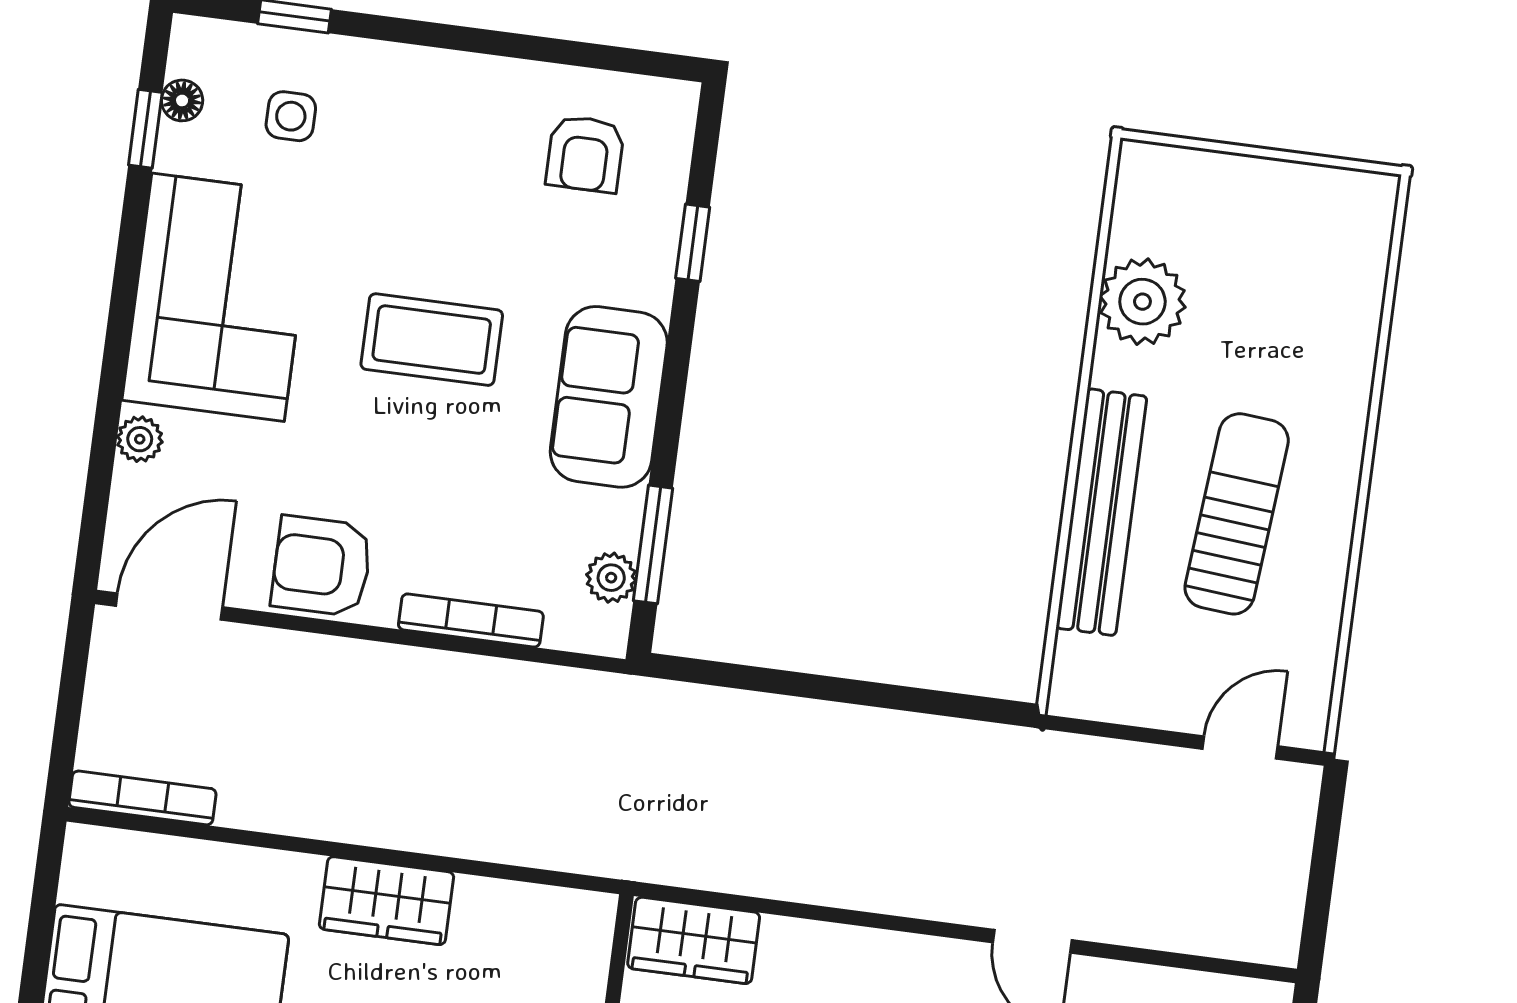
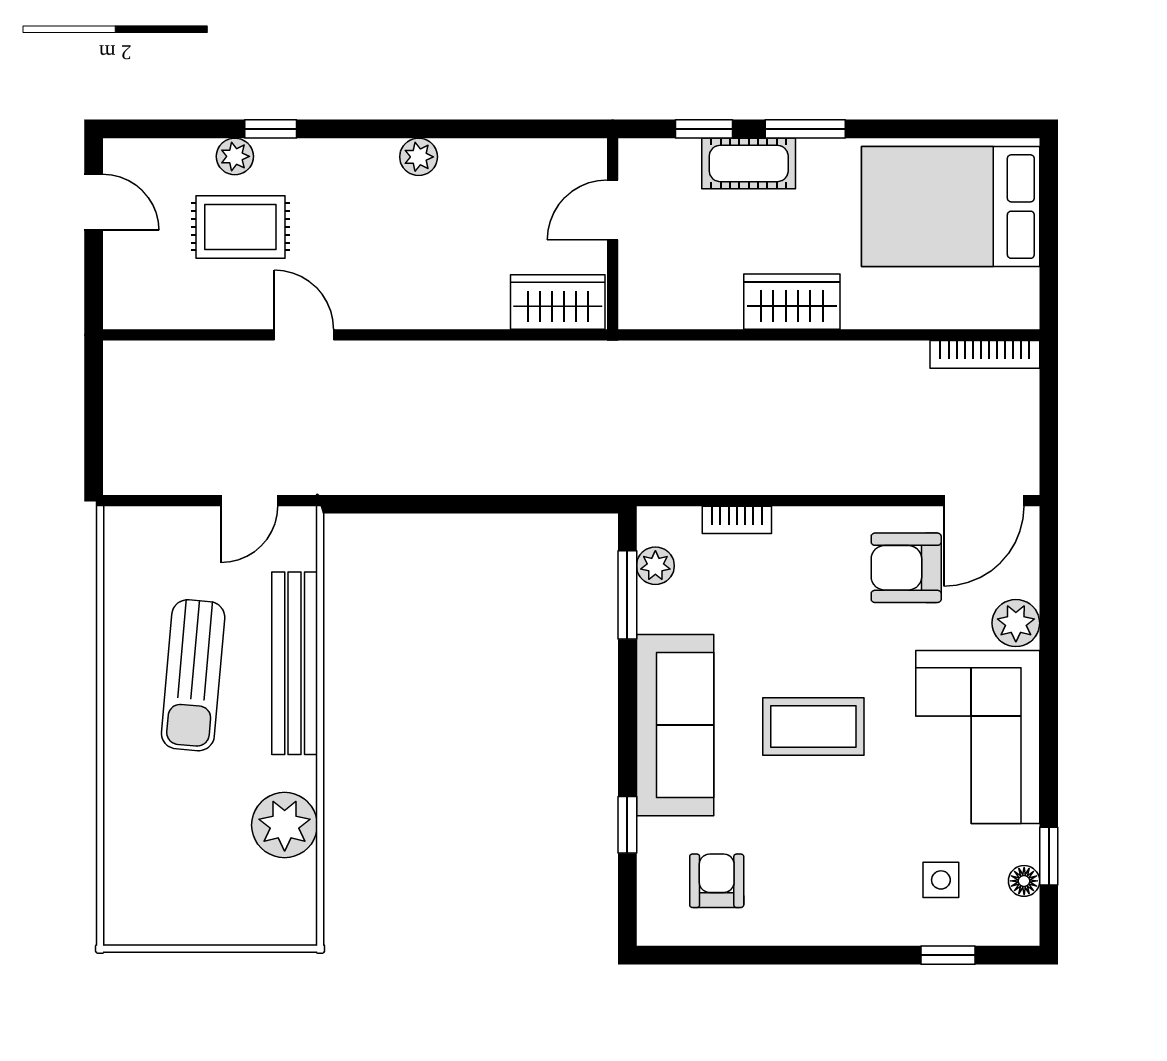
sofa: (609, 397) -> (675, 725), width x1.36
plant: (140, 439) -> (1016, 623), width x1.38, depth x1.38
armchair: (322, 566) -> (906, 568), moved, turned 180
bookcase: (471, 620) -> (737, 520), width x0.64
door: (1240, 748) -> (249, 501), moved

